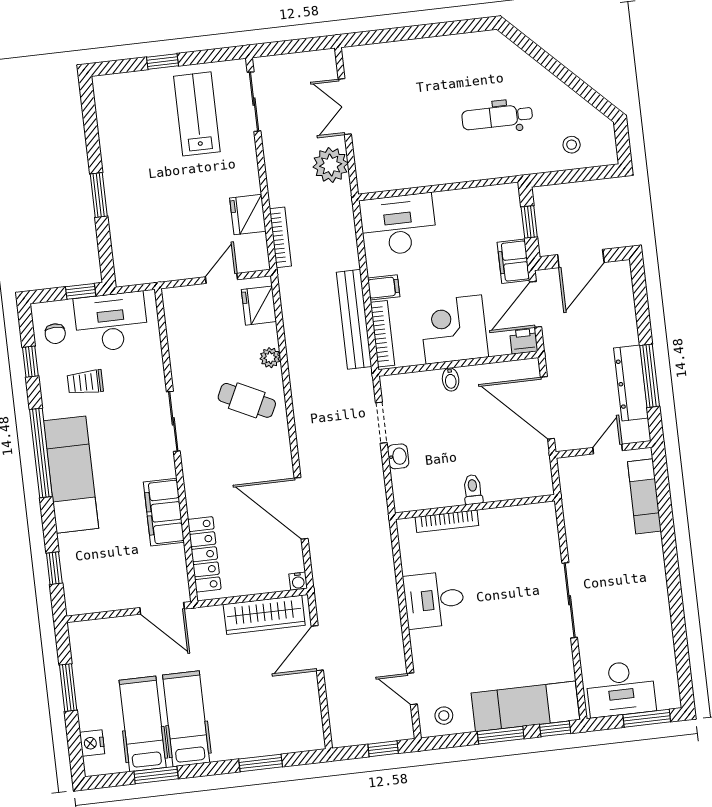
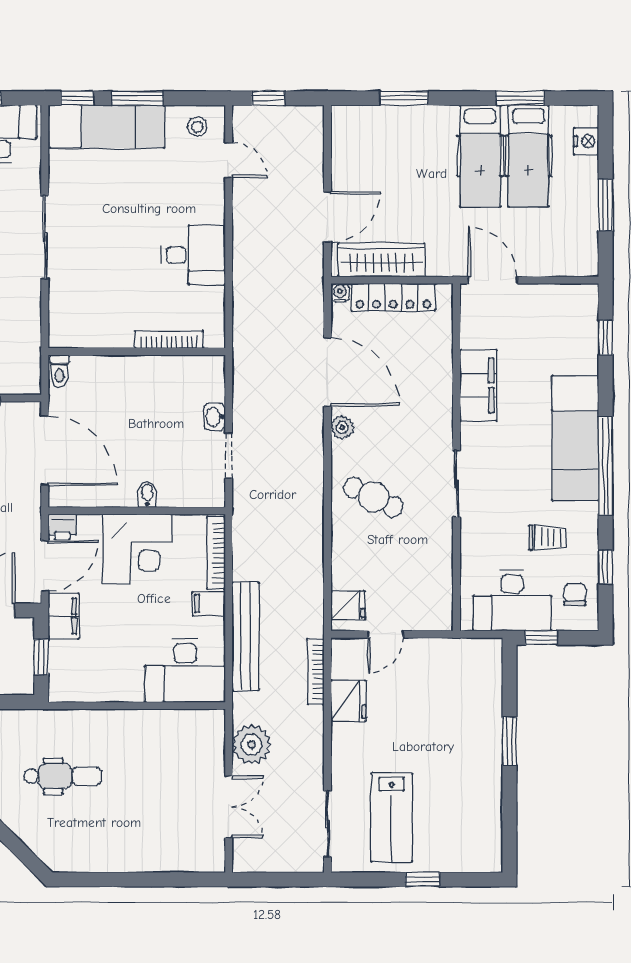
fridge: (259, 306) -> (348, 605), width x0.72
bench: (354, 319) -> (245, 637), moved
plant: (270, 358) -> (342, 427), moved
toilet: (473, 489) -> (59, 371), moved
locker: (204, 554) -> (393, 297), moved, turned -90

